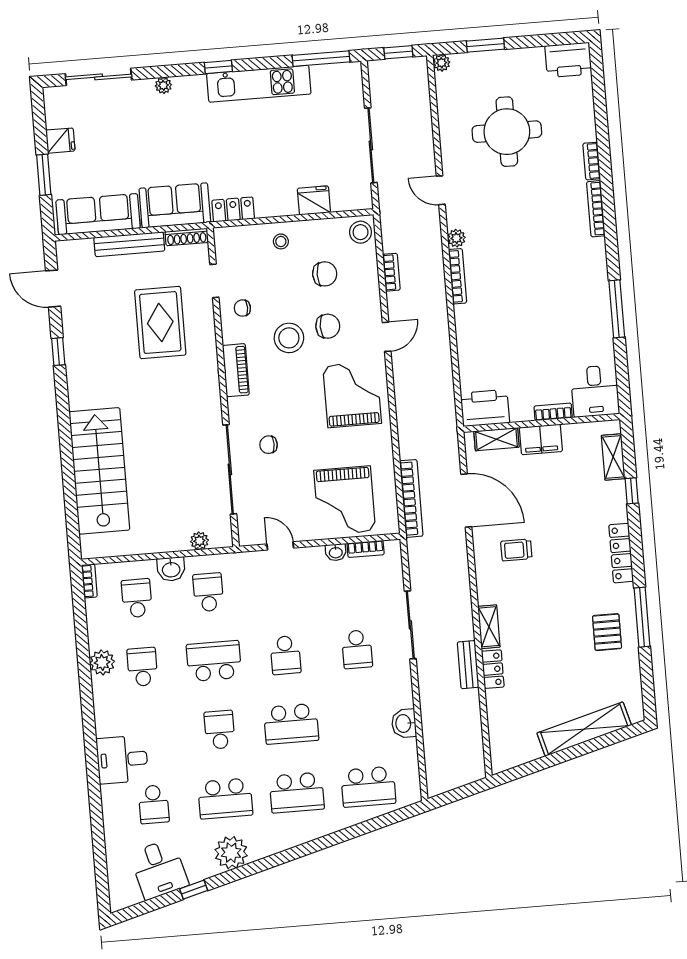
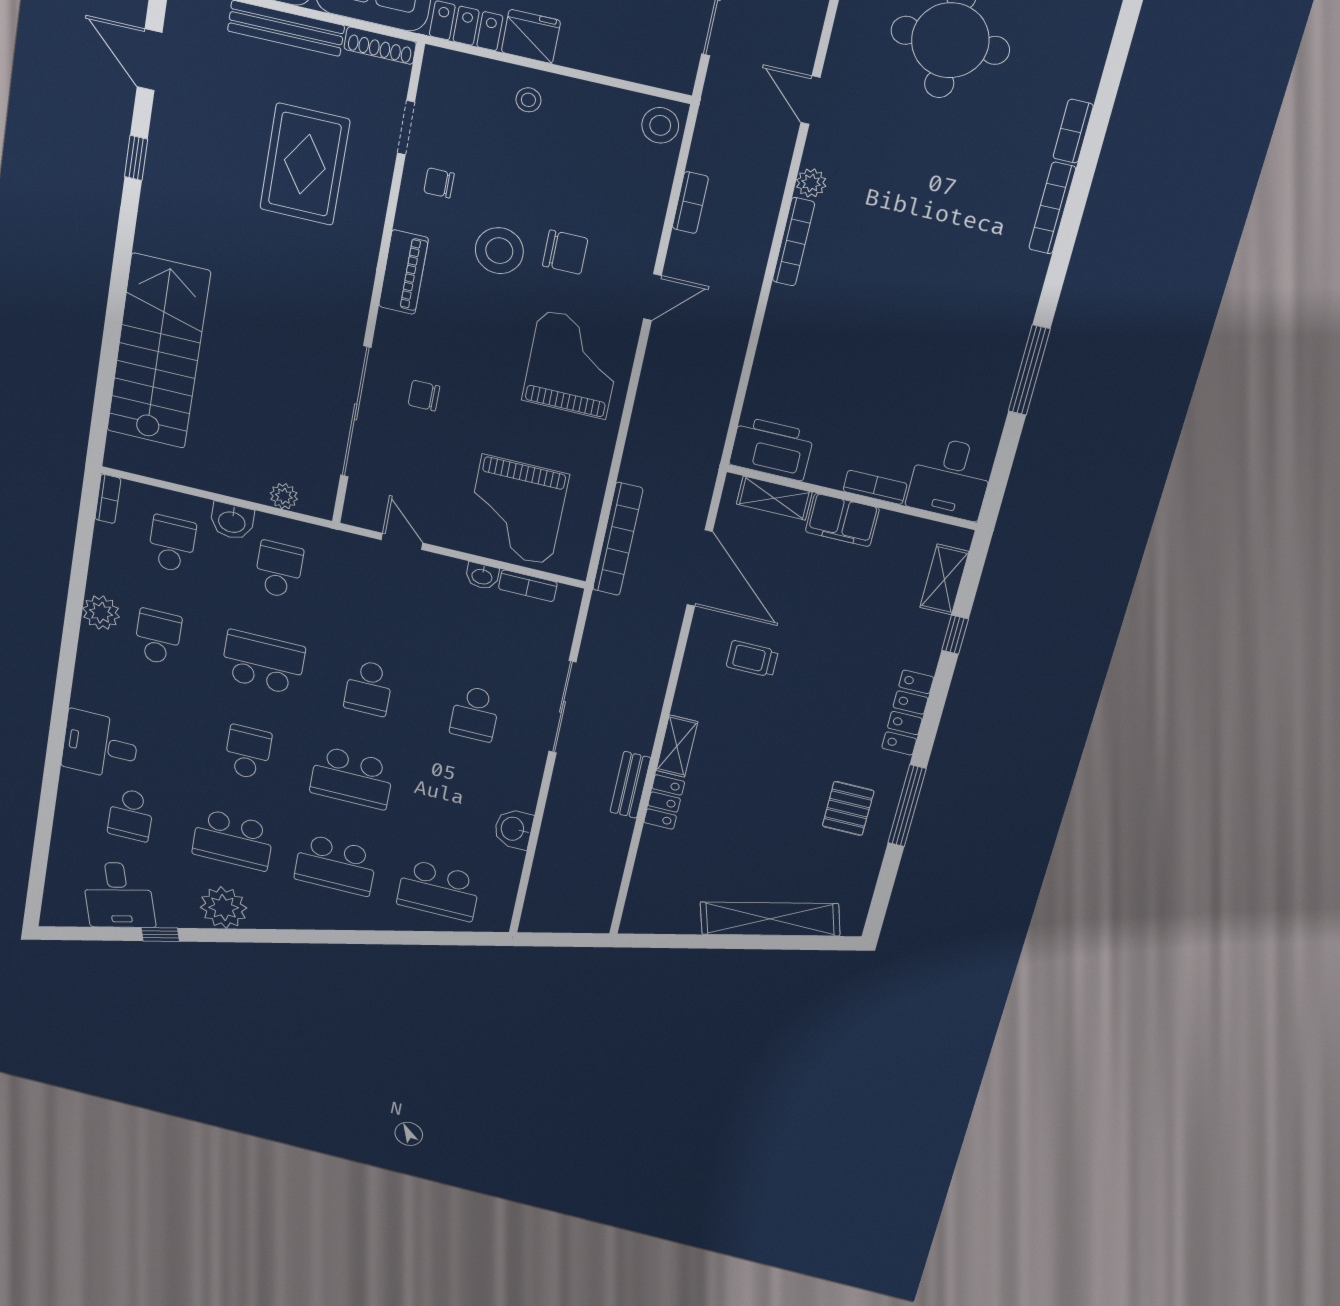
fridge: (314, 200) -> (531, 36), moved
chair: (325, 274) -> (584, 172), removed

